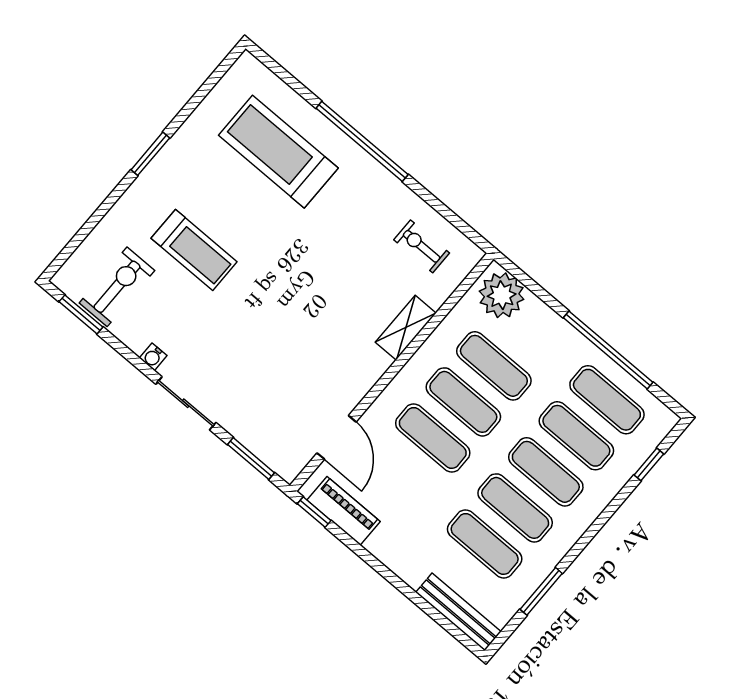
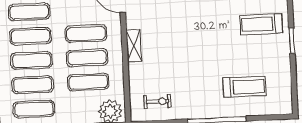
treadmill: (278, 152) -> (244, 87), width x0.73, depth x0.73
treadmill: (194, 250) -> (261, 24), moved
shelving: (406, 328) -> (134, 46), moved

